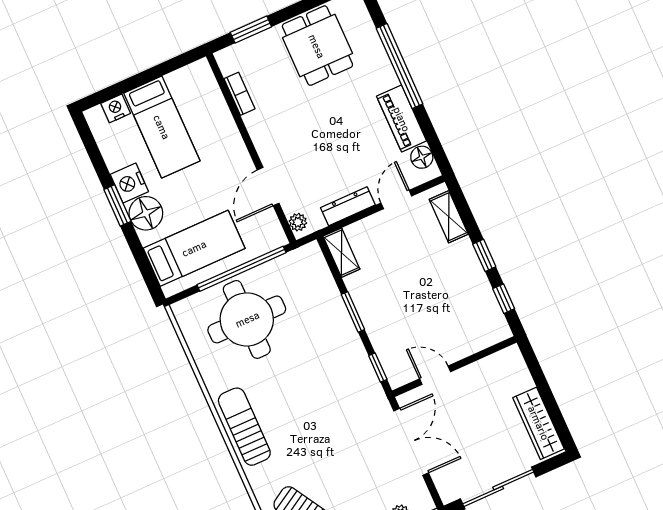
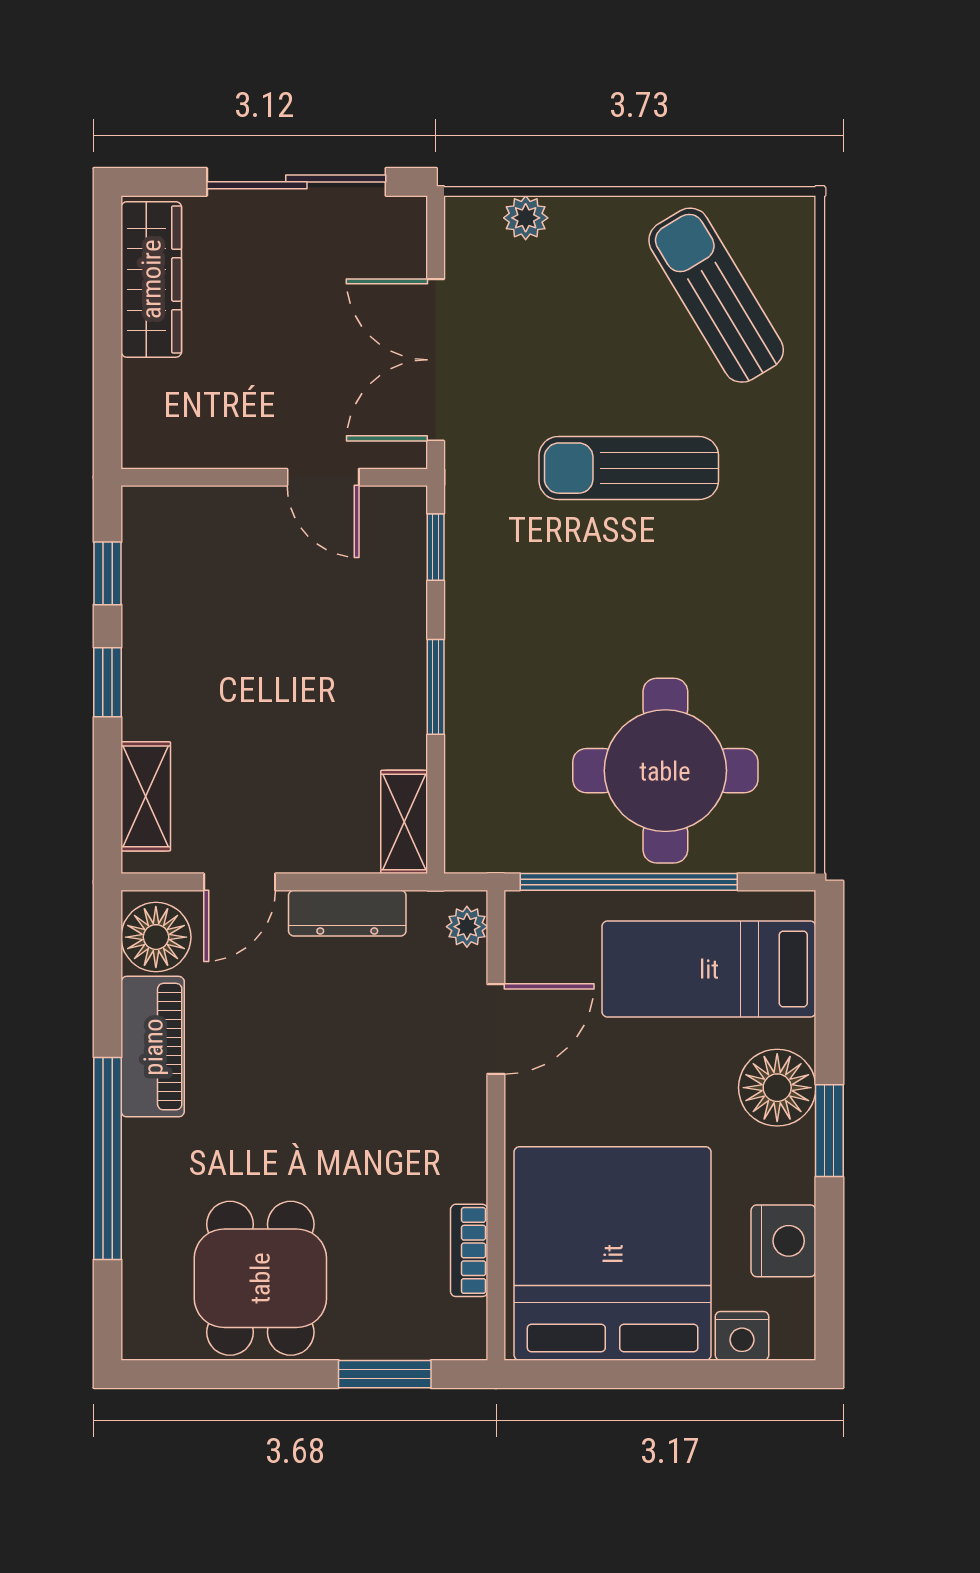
bed: (162, 127) -> (613, 1254), width x2.04
floor lamp: (422, 157) -> (156, 937), width x1.38, depth x1.38
nightstand: (129, 183) -> (783, 1241), moved
sun lounger: (244, 427) -> (629, 468), moved, turned 90

